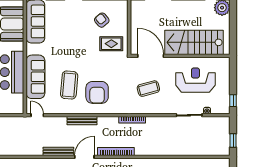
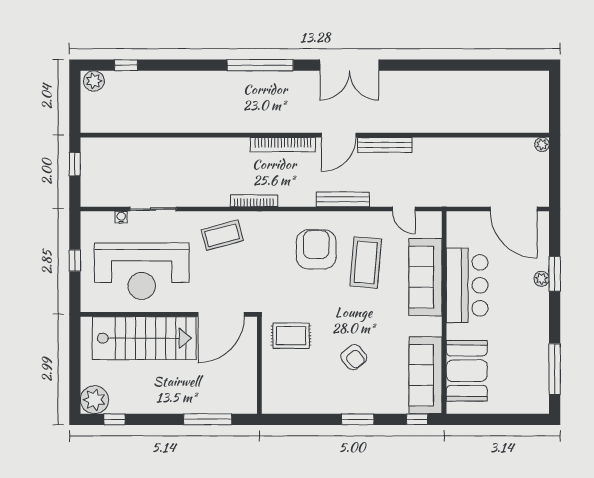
armchair: (102, 20) -> (354, 357), moved
door: (151, 56) -> (221, 314), hinge flipped
reception desk: (195, 80) -> (142, 271), width x1.36, depth x1.30
coffee table: (148, 89) -> (222, 235), moved
window: (233, 101) -> (75, 260), moved
door: (37, 115) -> (404, 209), moved

